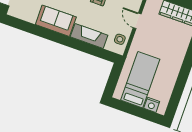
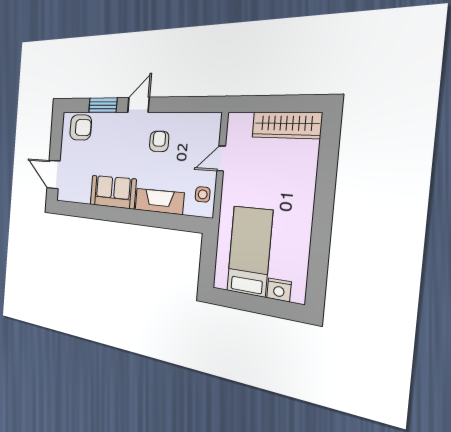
door: (137, 21) -> (221, 158), hinge flipped

